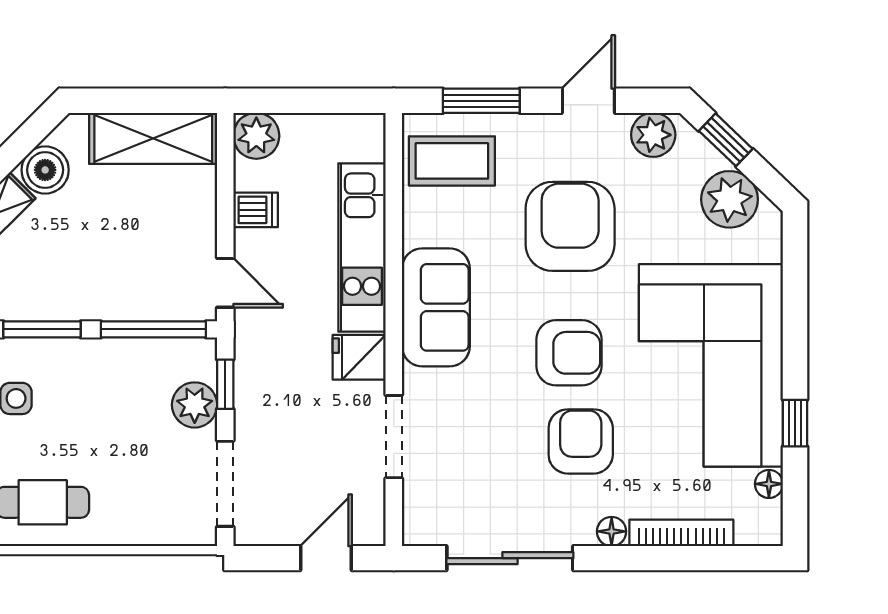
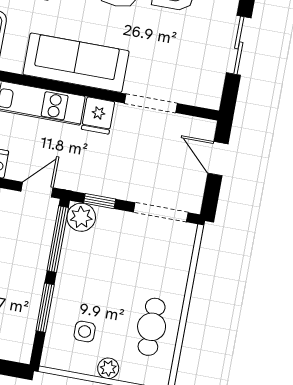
sofa: (436, 307) -> (76, 63), width x1.36
plant: (195, 405) -> (81, 217), moved
sliding door: (510, 558) -> (239, 45), width x0.73

